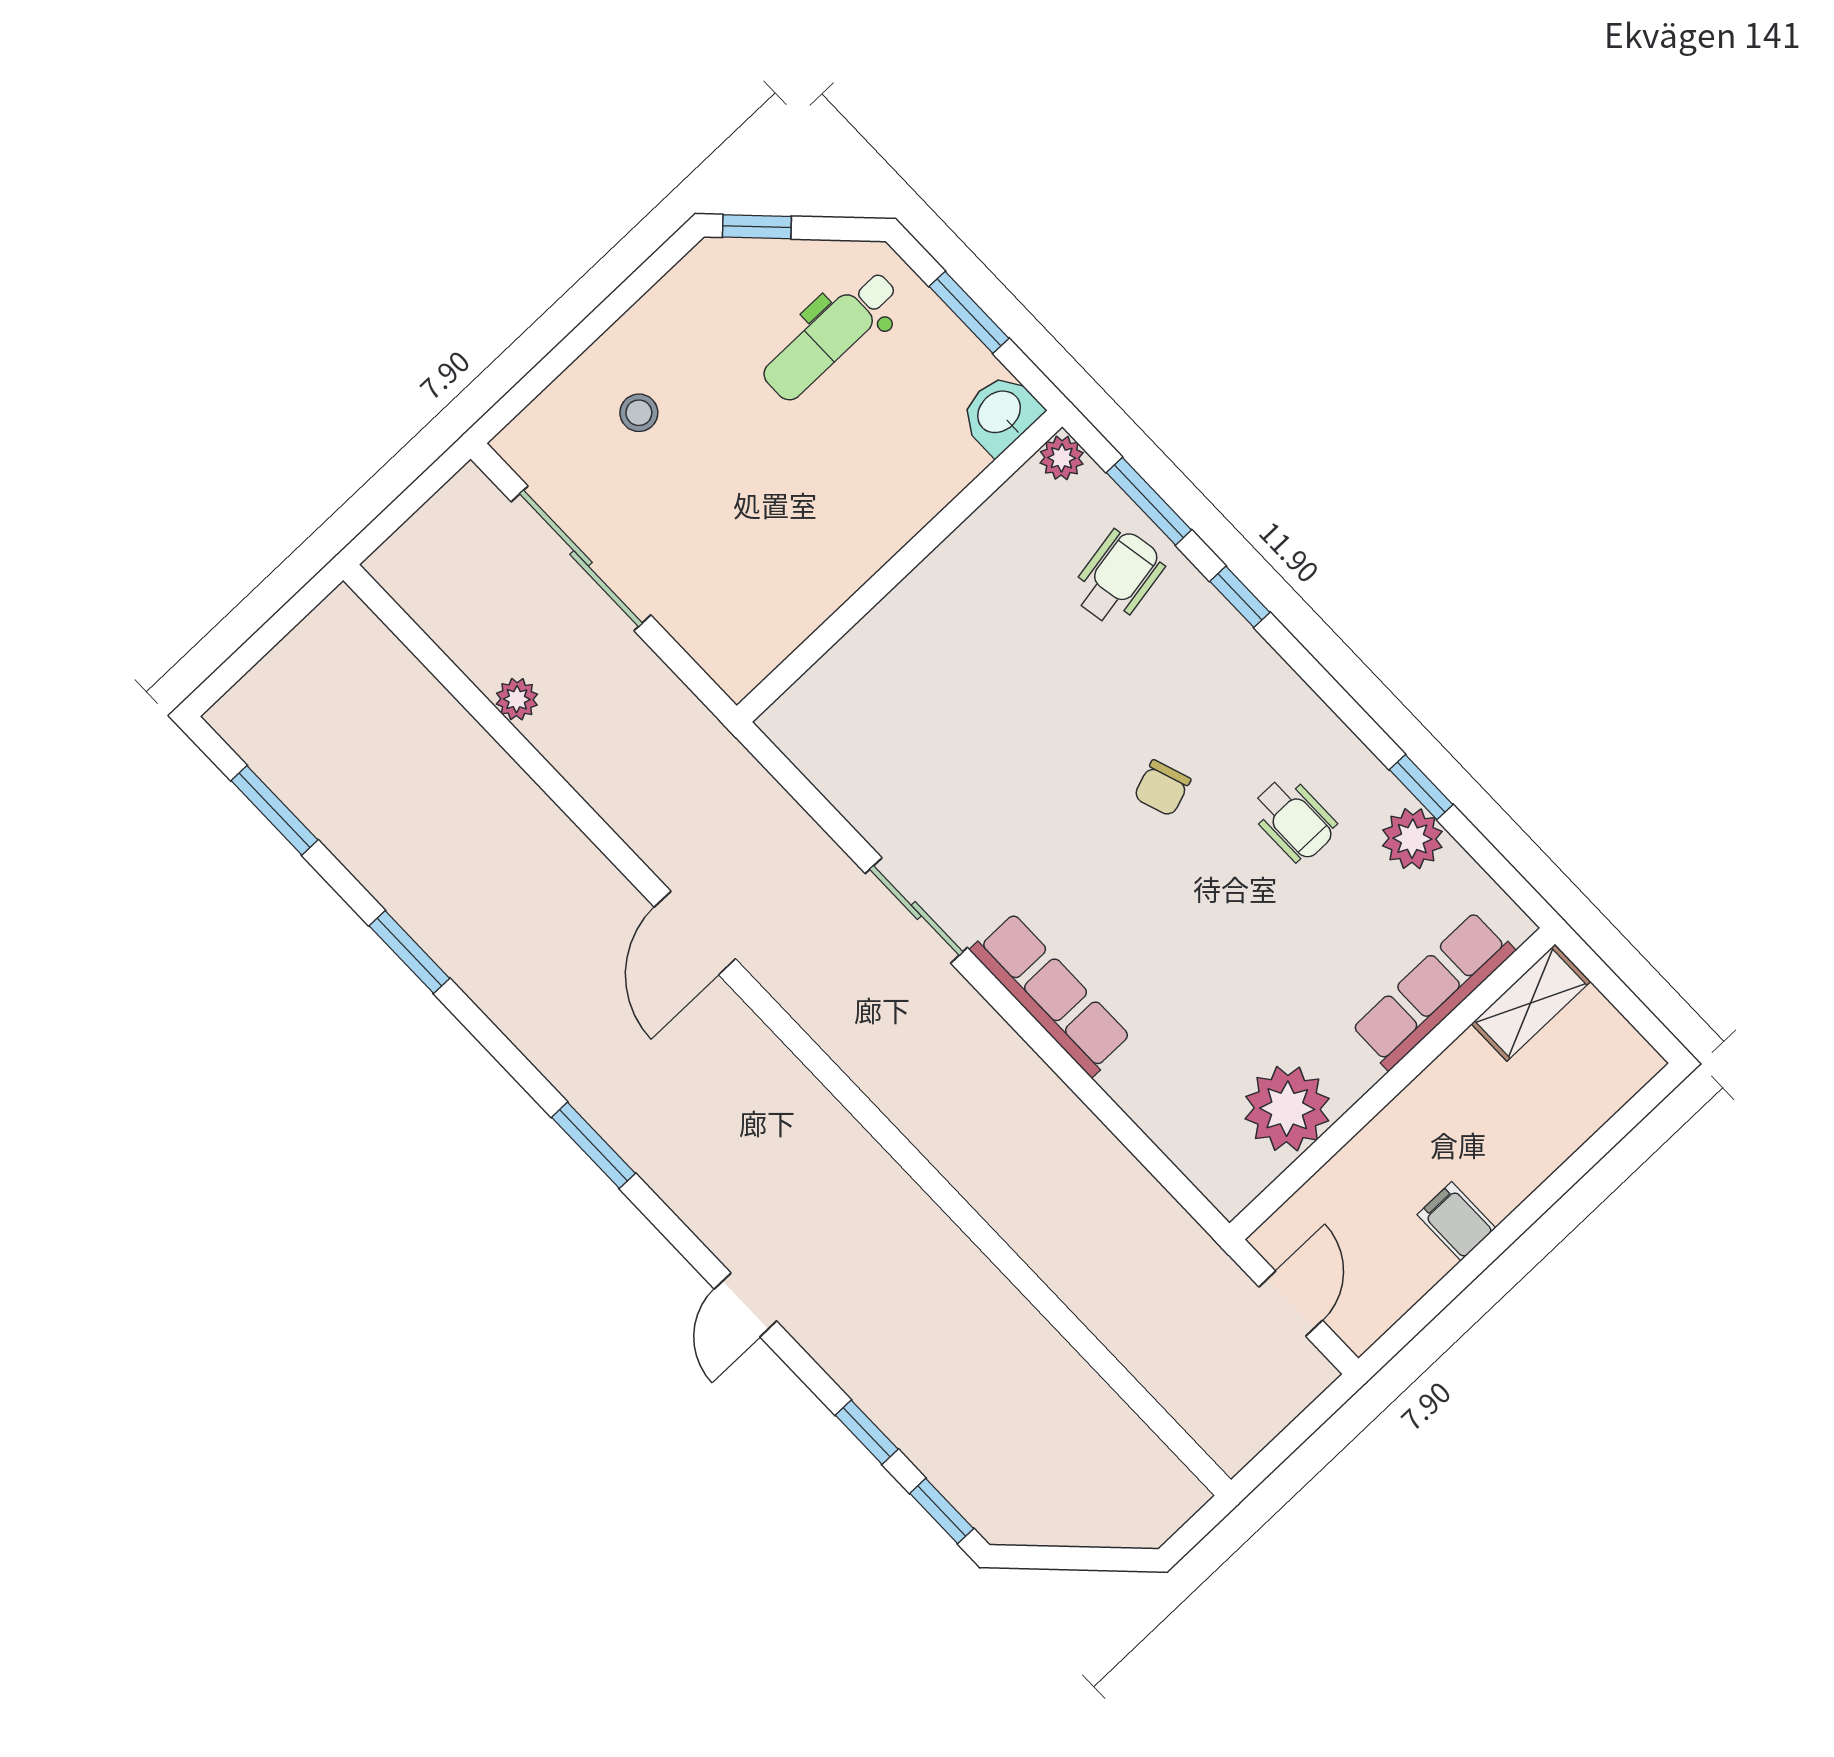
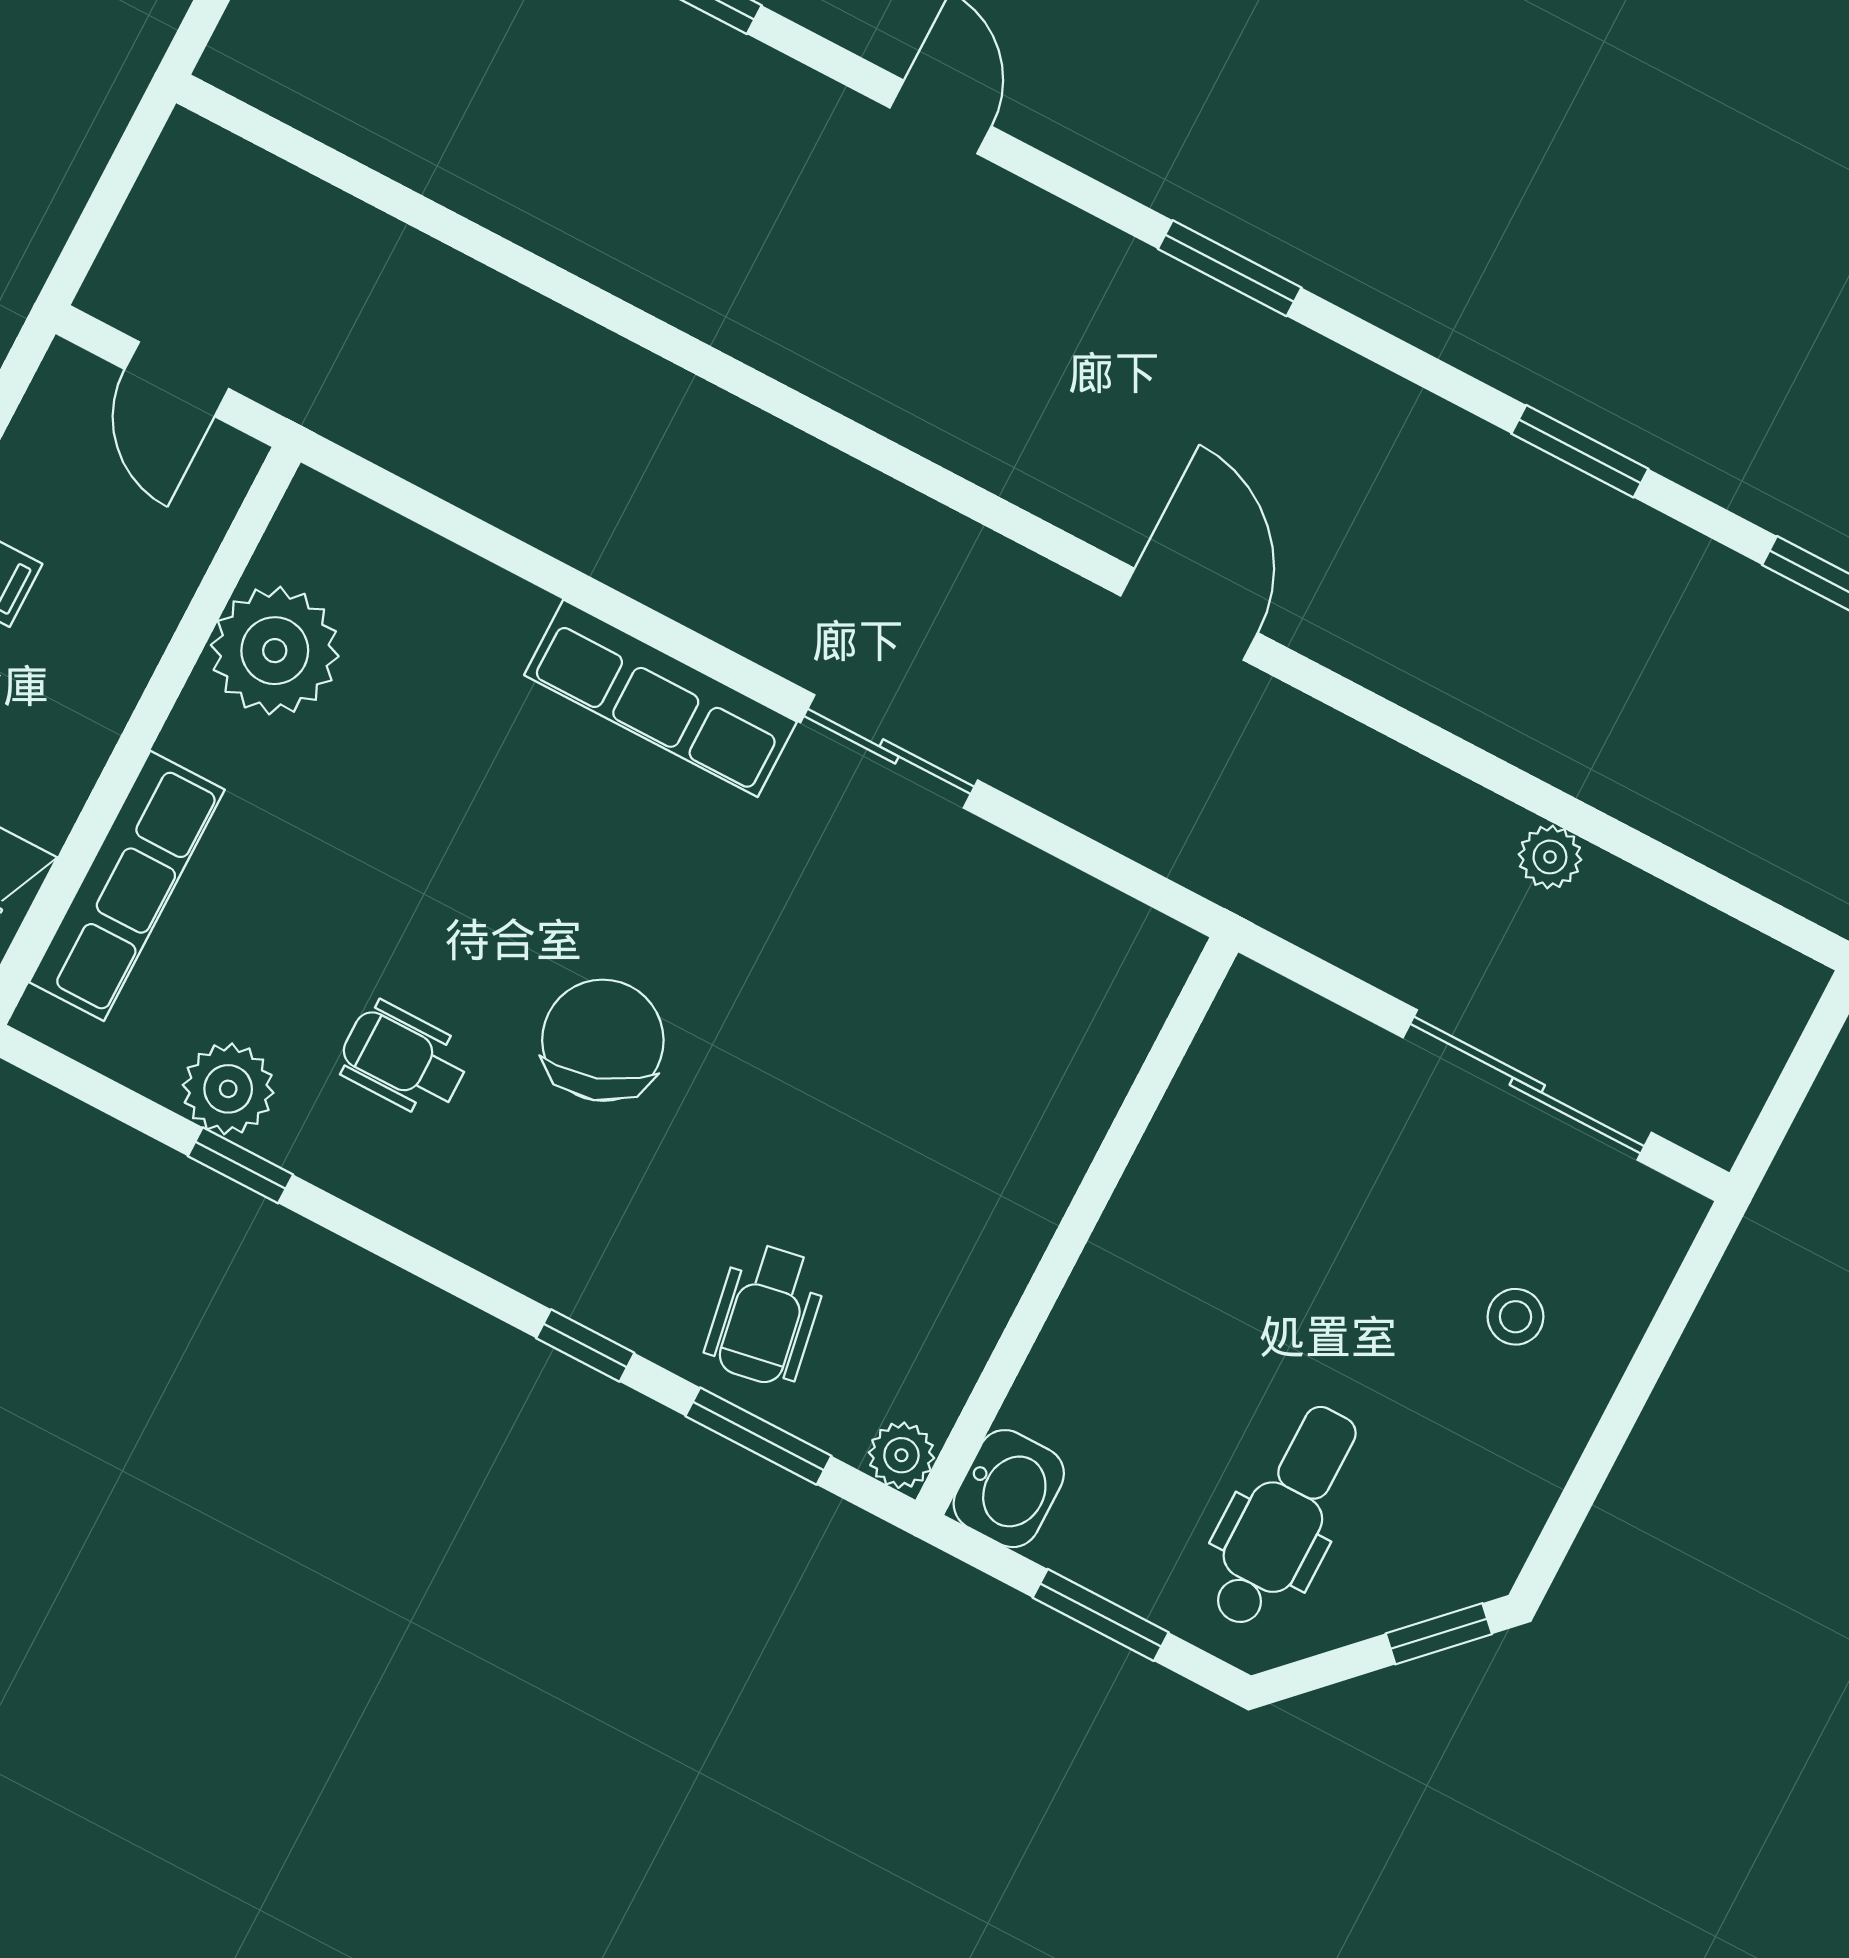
chair: (1162, 788) -> (603, 1040), width x1.87, depth x1.87

